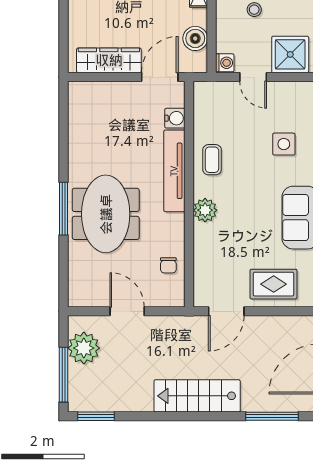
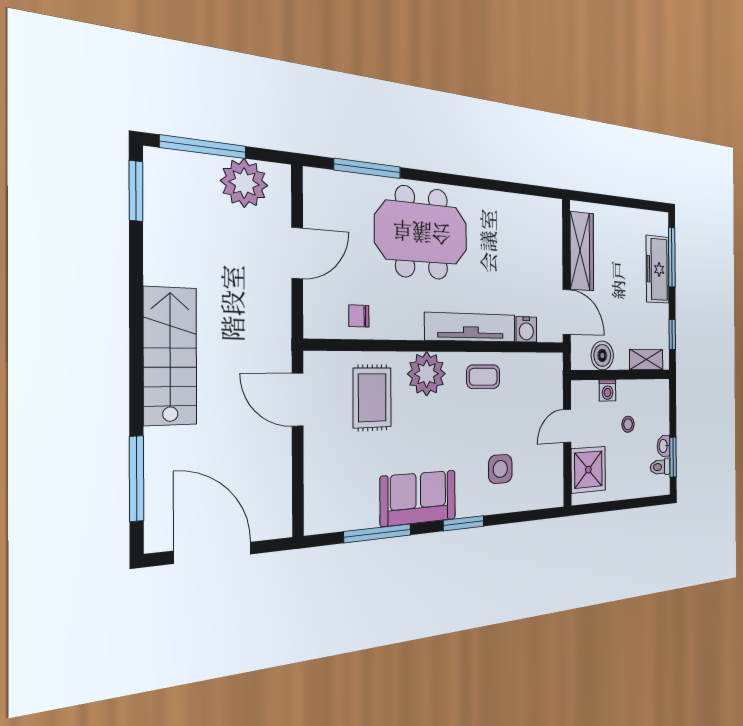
washing machine: (225, 63) -> (608, 390), moved
window: (64, 209) -> (368, 168), moved
plant: (205, 210) -> (427, 374), width x1.36, depth x1.36
rug: (274, 284) -> (372, 398), moved

